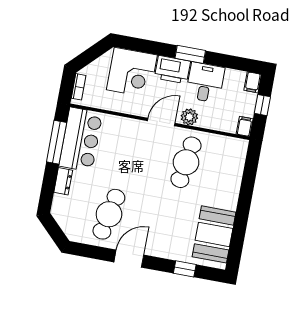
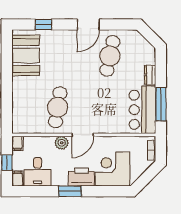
desk: (205, 82) -> (38, 172), moved

